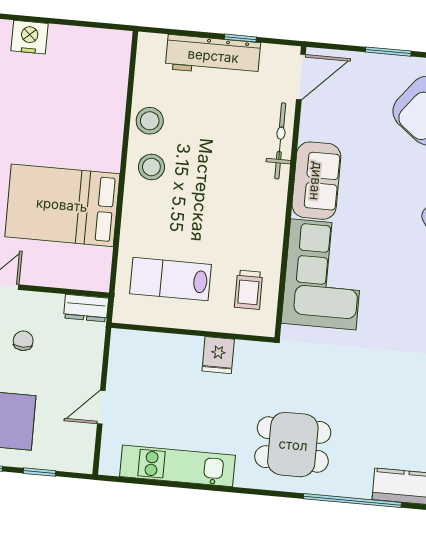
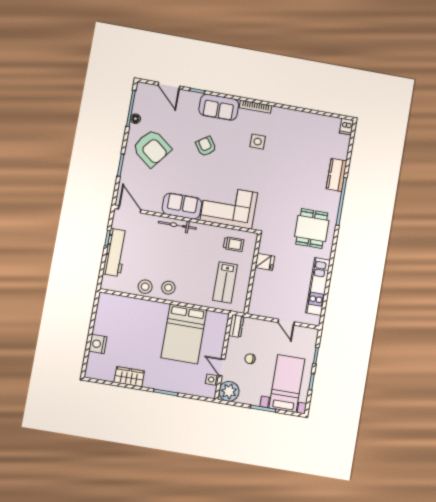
bicycle: (280, 141) -> (177, 225), moved

